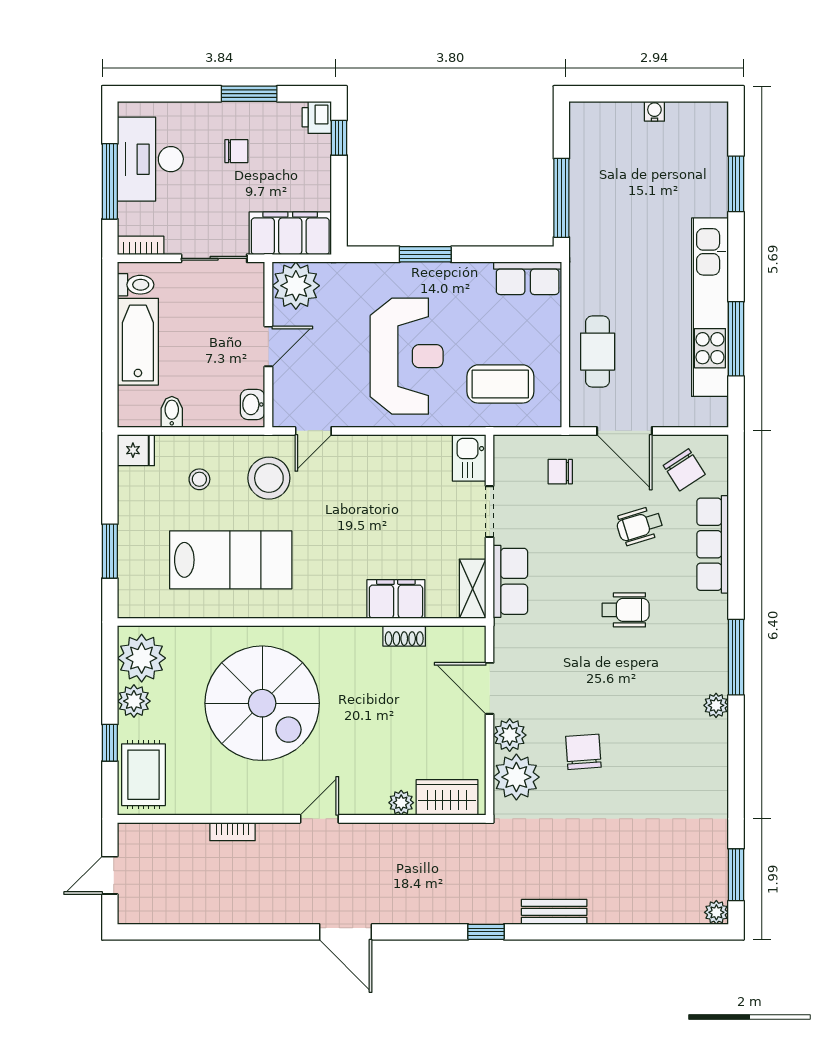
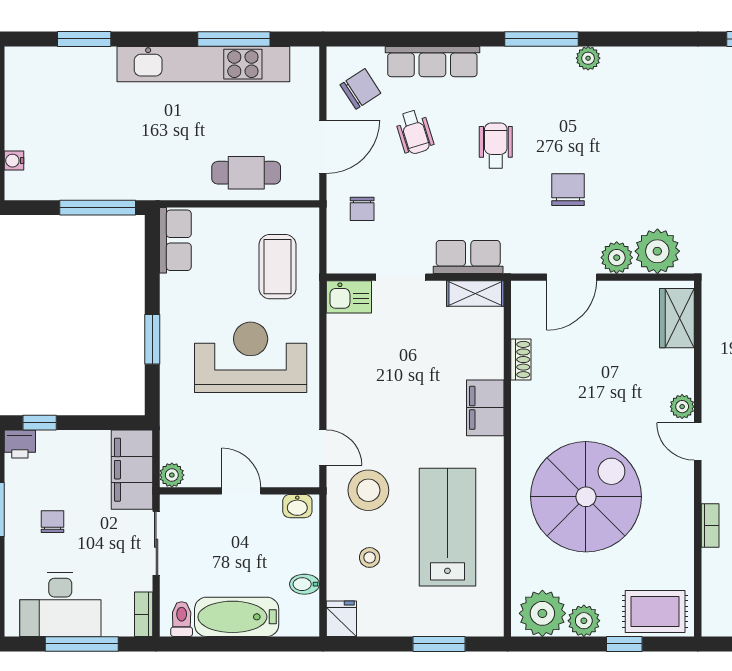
water cooler: (654, 111) -> (14, 161), moved
plant: (296, 286) -> (172, 475), width x0.53, depth x0.53
filing cabinet: (396, 599) -> (485, 408), moved
chair: (583, 752) -> (568, 190), moved, turned 94
plant: (401, 803) -> (682, 407), moved

